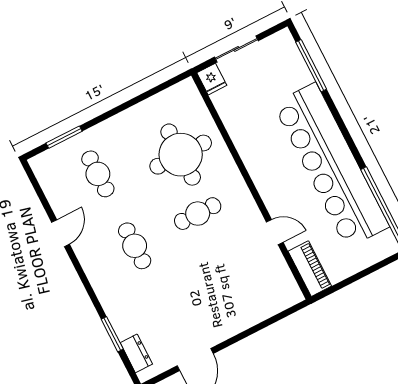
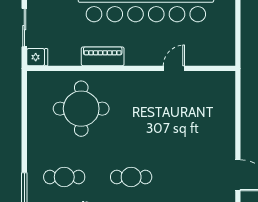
cafe table: (198, 214) -> (131, 118), removed
piano: (310, 269) -> (103, 56), moved

